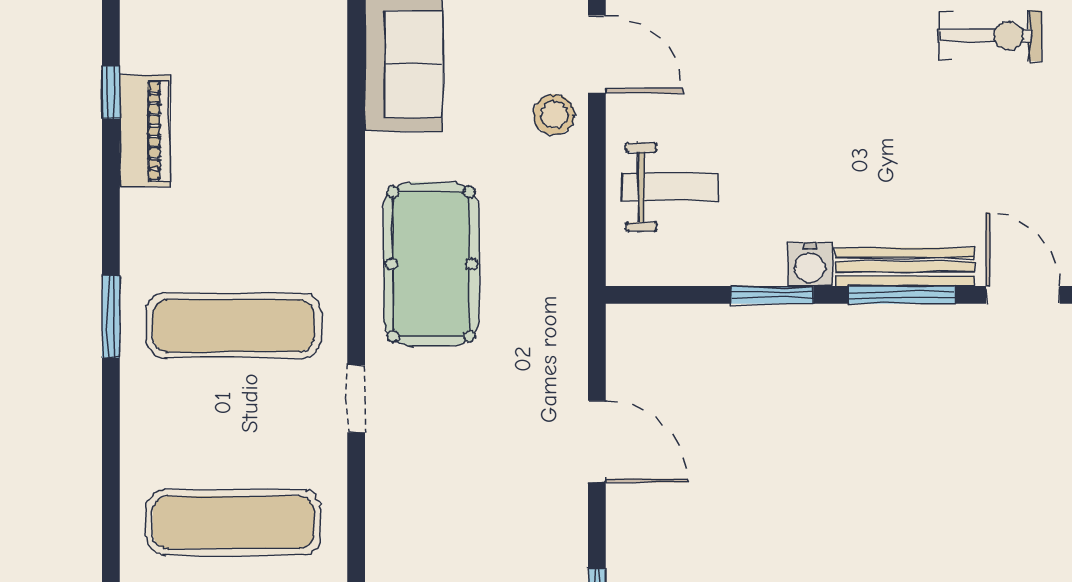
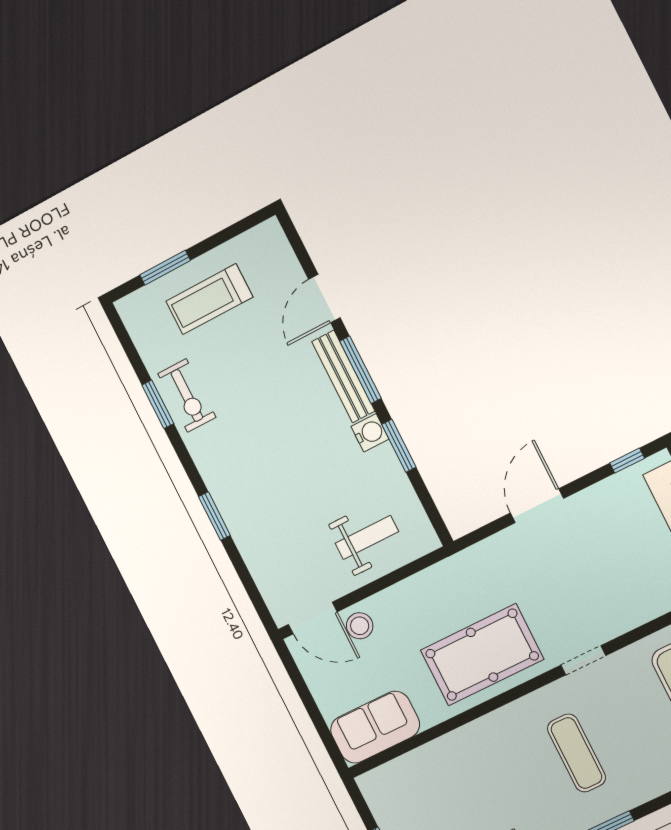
exercise bike: (990, 36) -> (187, 395), turned 180
door: (597, 54) -> (313, 618), swing flipped
weight bench: (670, 187) -> (367, 537), turned 90
exercise mat: (233, 326) -> (576, 753), width x0.73, depth x0.69

